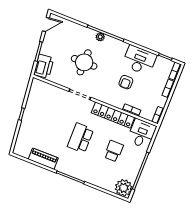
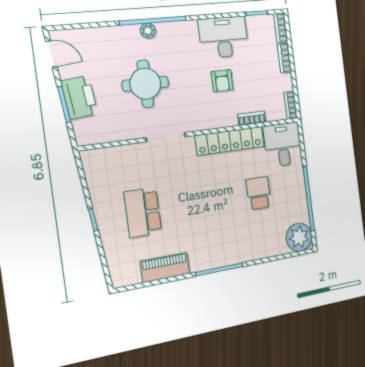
door: (46, 25) -> (51, 54), hinge flipped
printer: (44, 66) -> (79, 97), moved
school desk: (81, 138) -> (143, 212), moved

